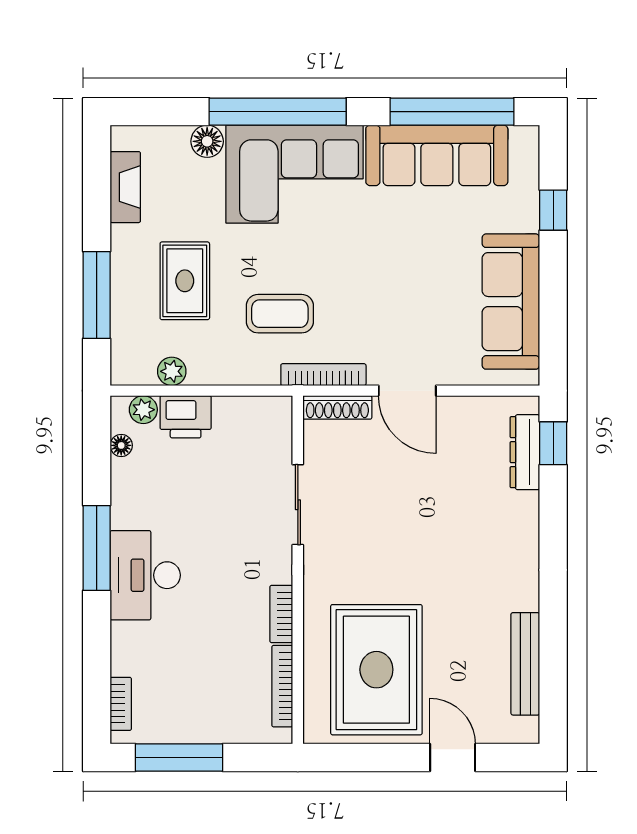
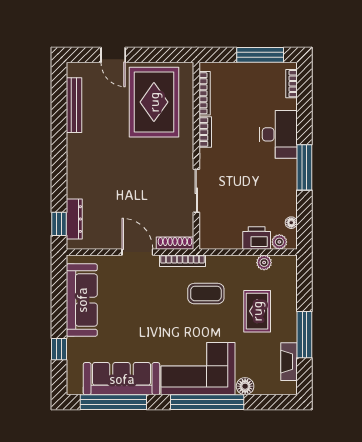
window: (97, 295) -> (304, 335), moved
desk: (145, 575) -> (278, 134), moved

